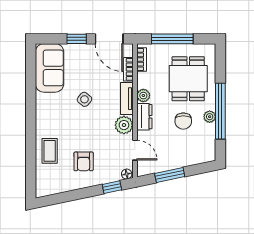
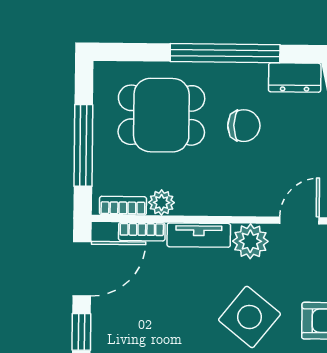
plant: (143, 96) -> (162, 203), moved
side table: (84, 99) -> (249, 317), moved, width x1.87, depth x1.87
dresser: (144, 117) -> (295, 78), moved, turned 180
plant: (210, 117) -> (236, 74), removed

